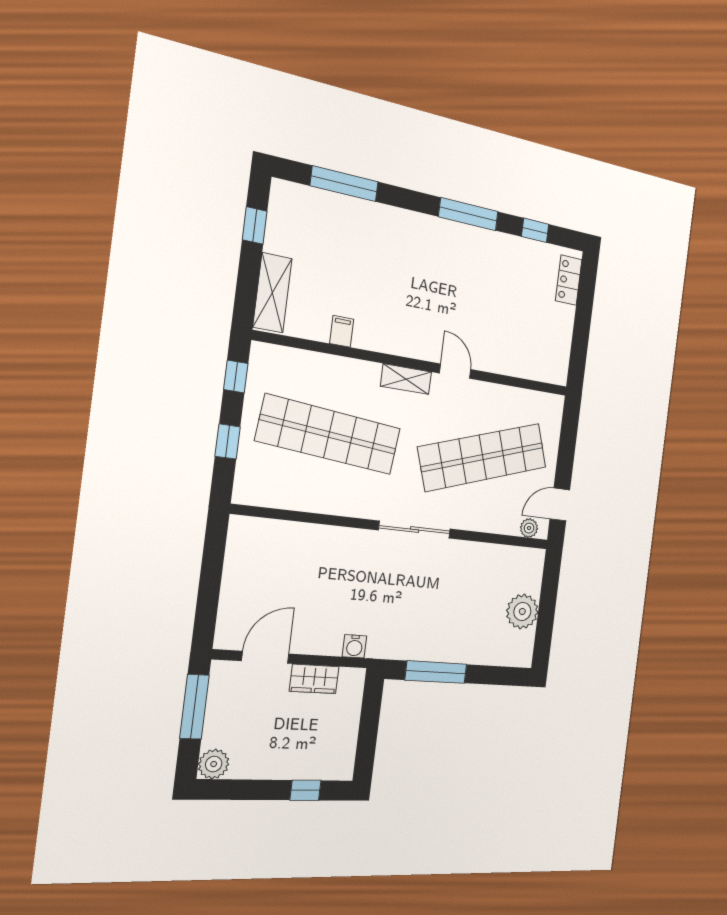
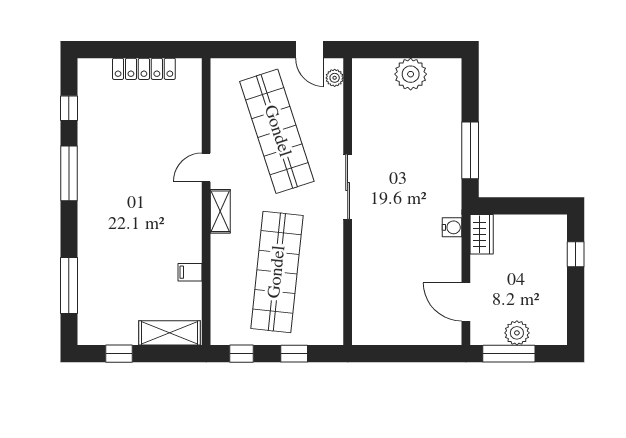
locker: (569, 280) -> (144, 69), moved, width x1.53
wardrobe: (314, 679) -> (482, 234), moved
plant: (214, 764) -> (517, 333), moved

